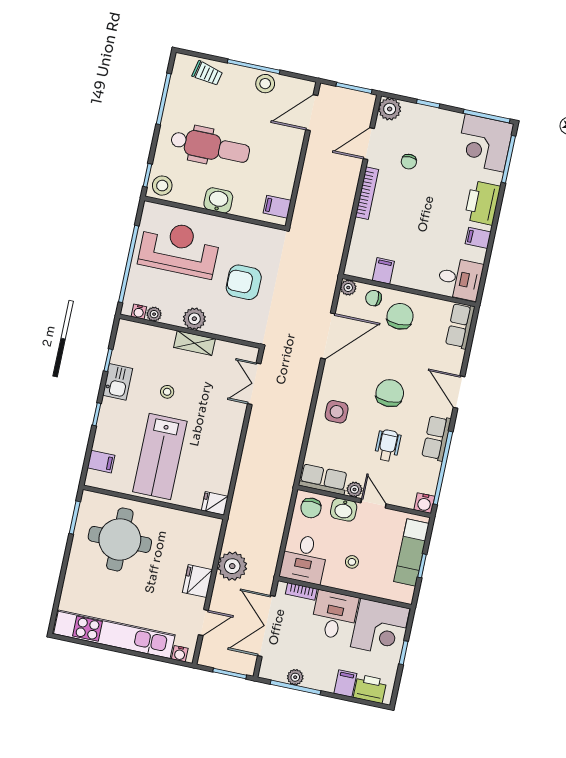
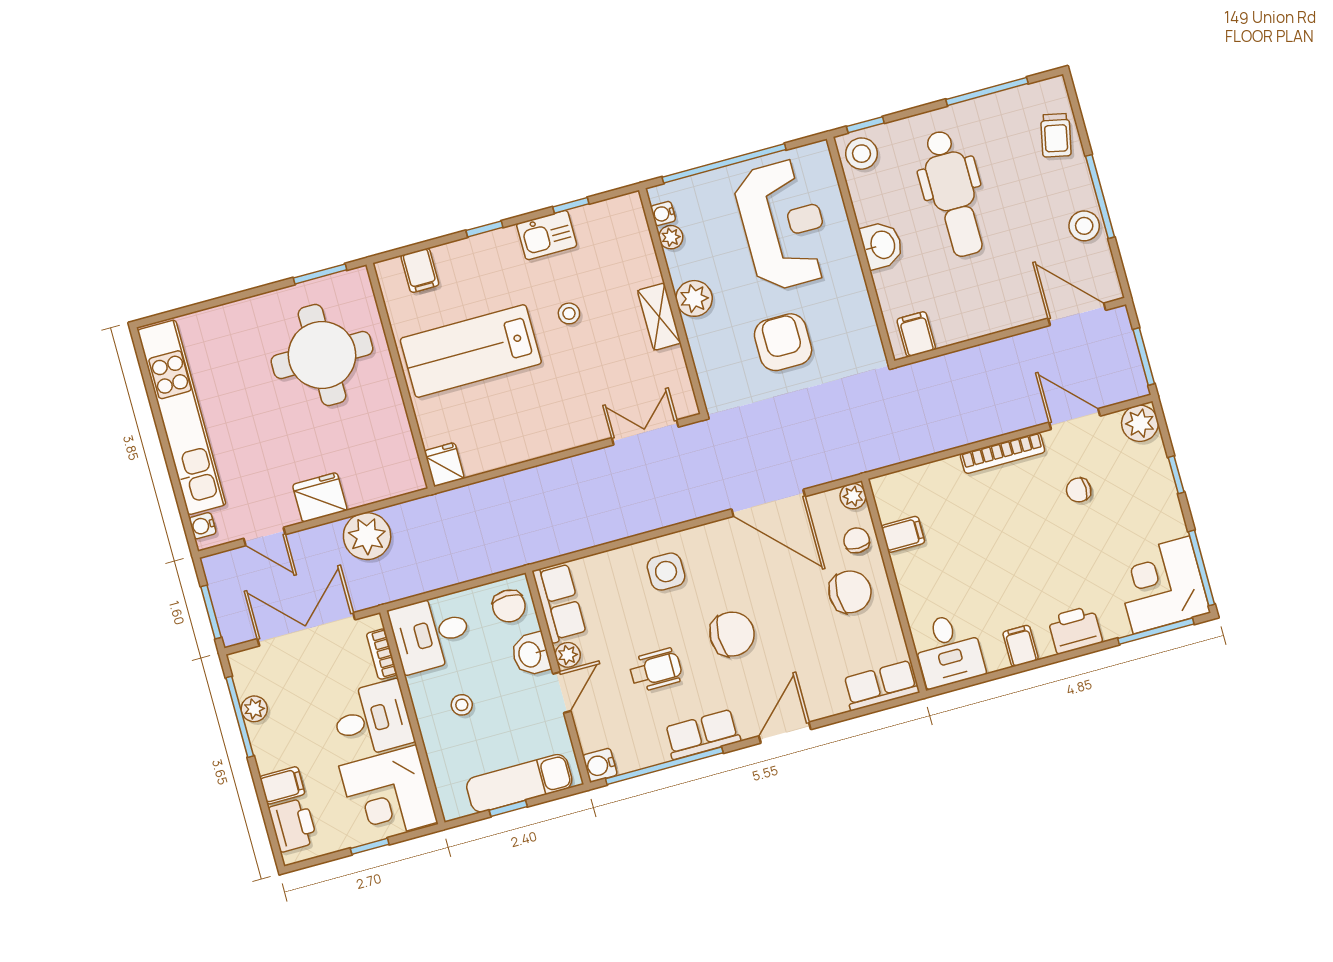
printer: (482, 203) -> (1075, 630), width x0.73, depth x0.84
chair: (311, 508) -> (509, 606), turned -90

